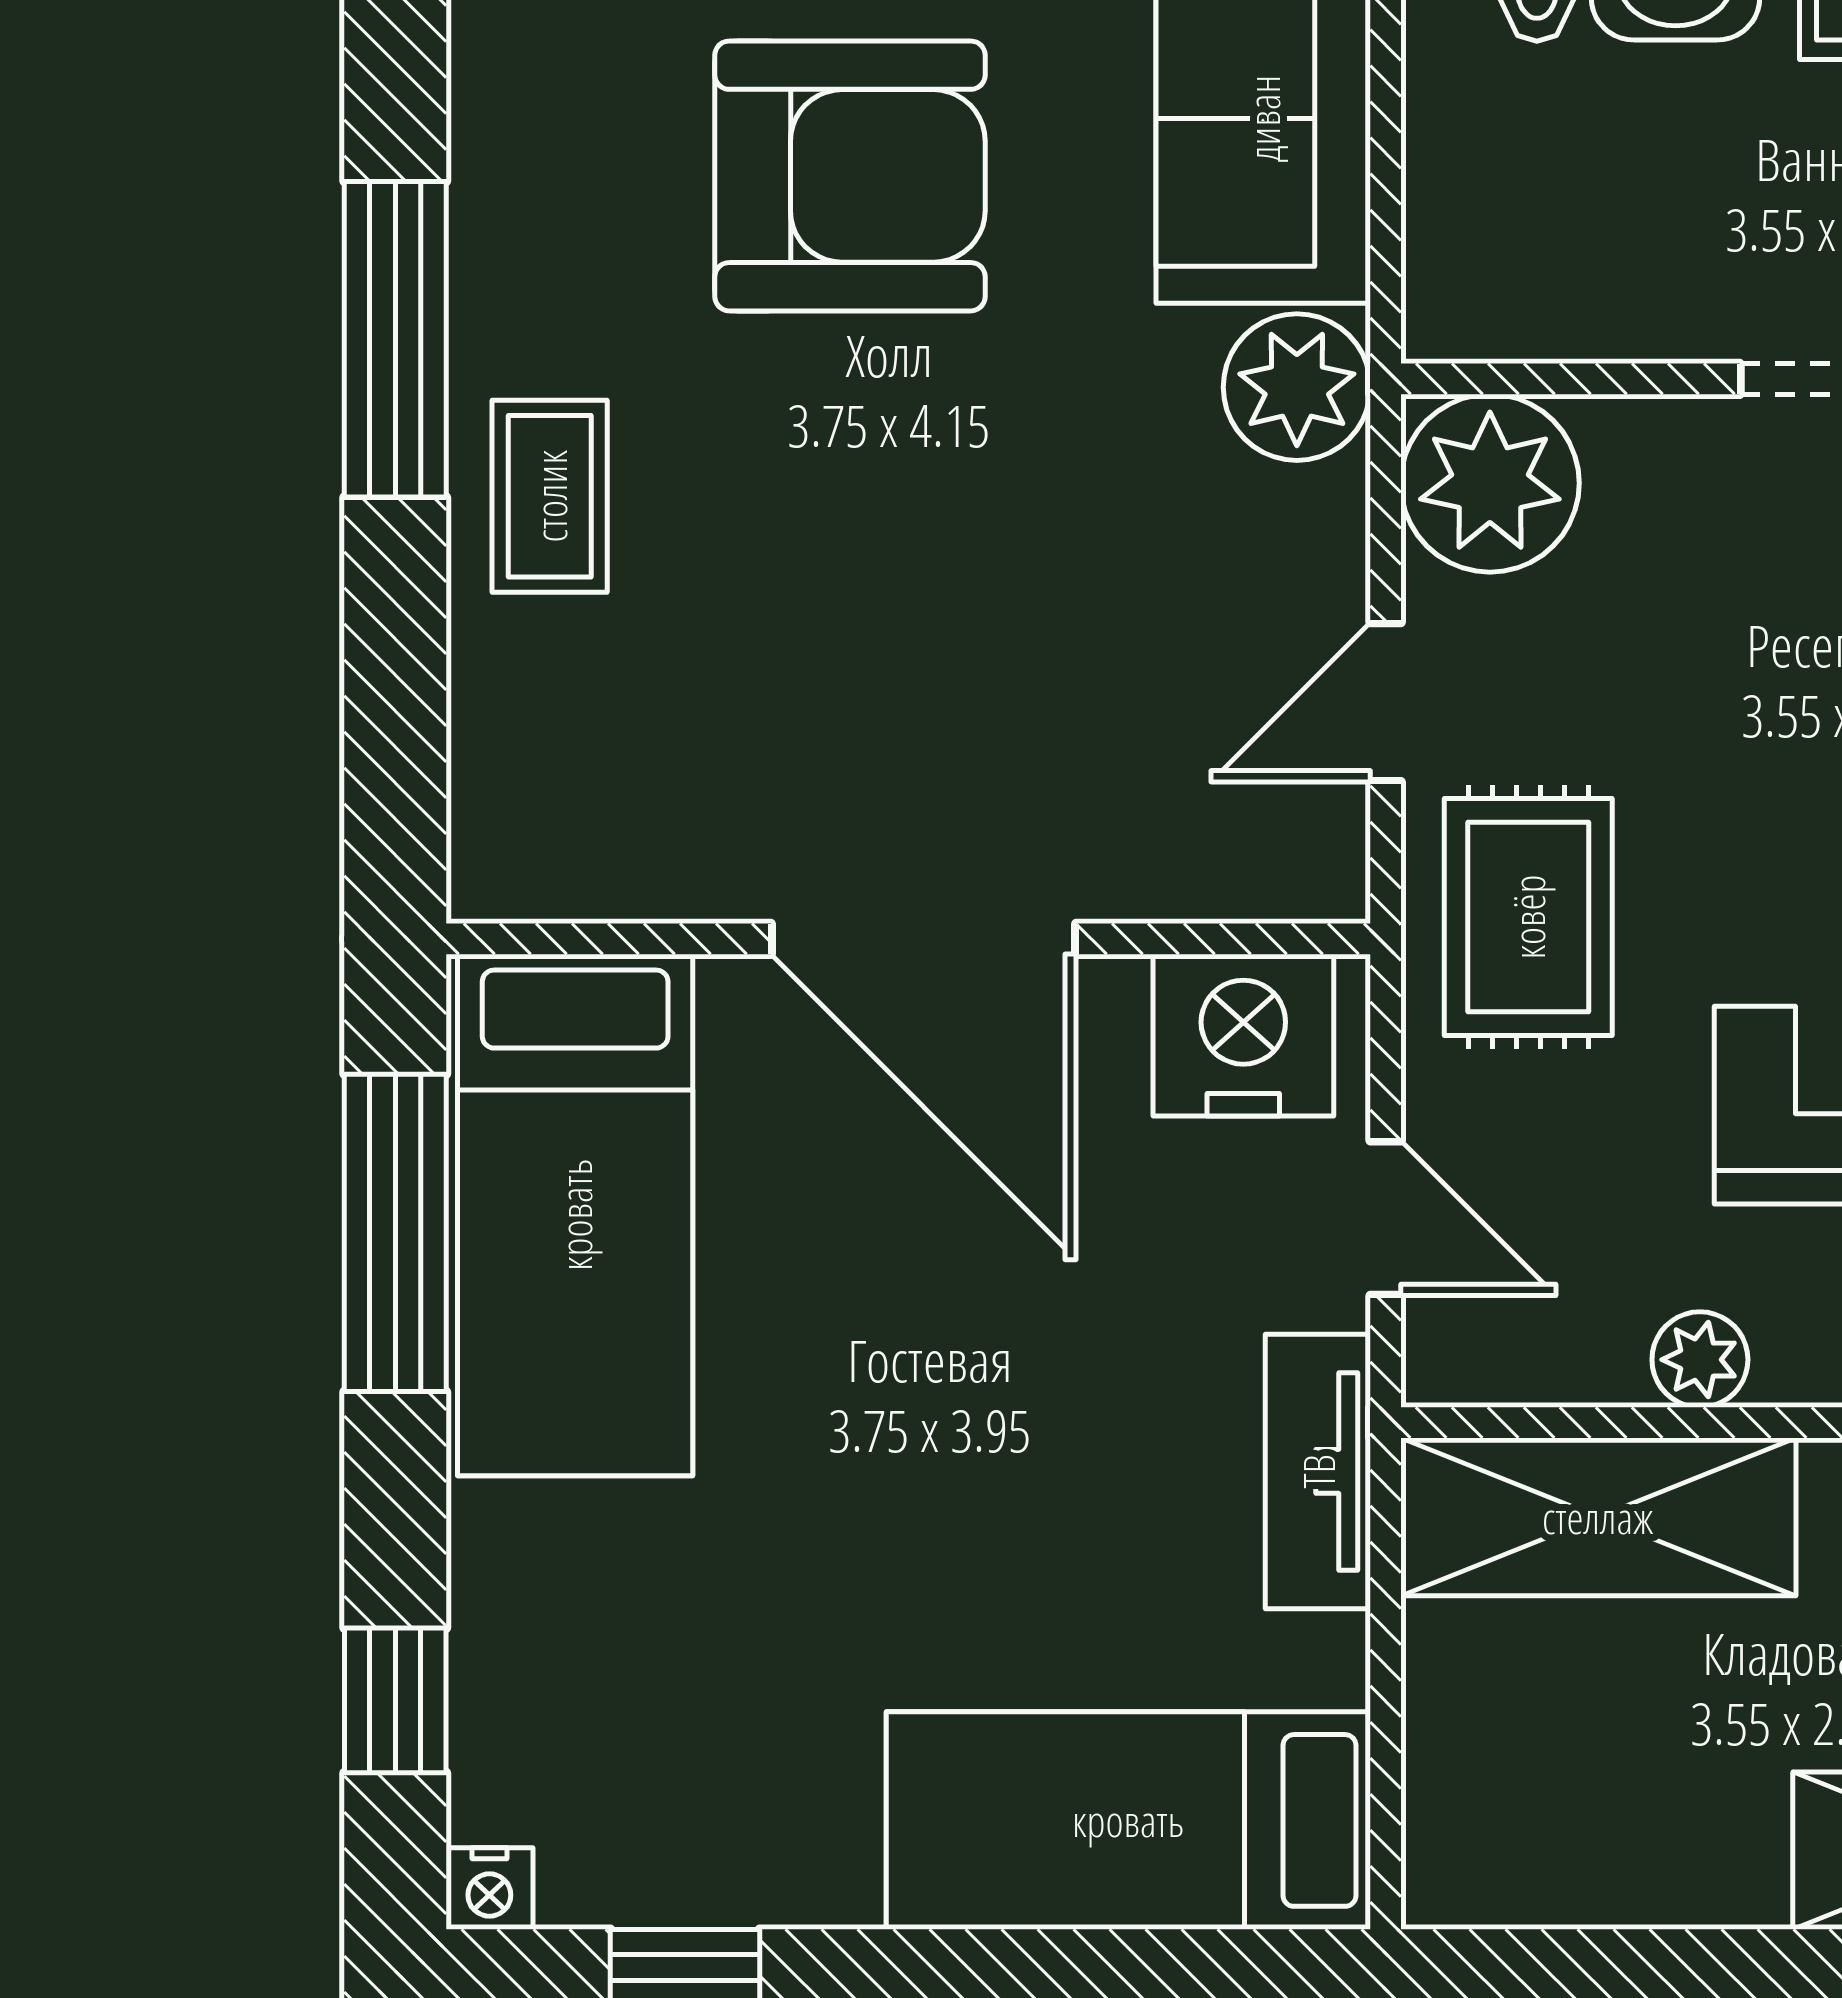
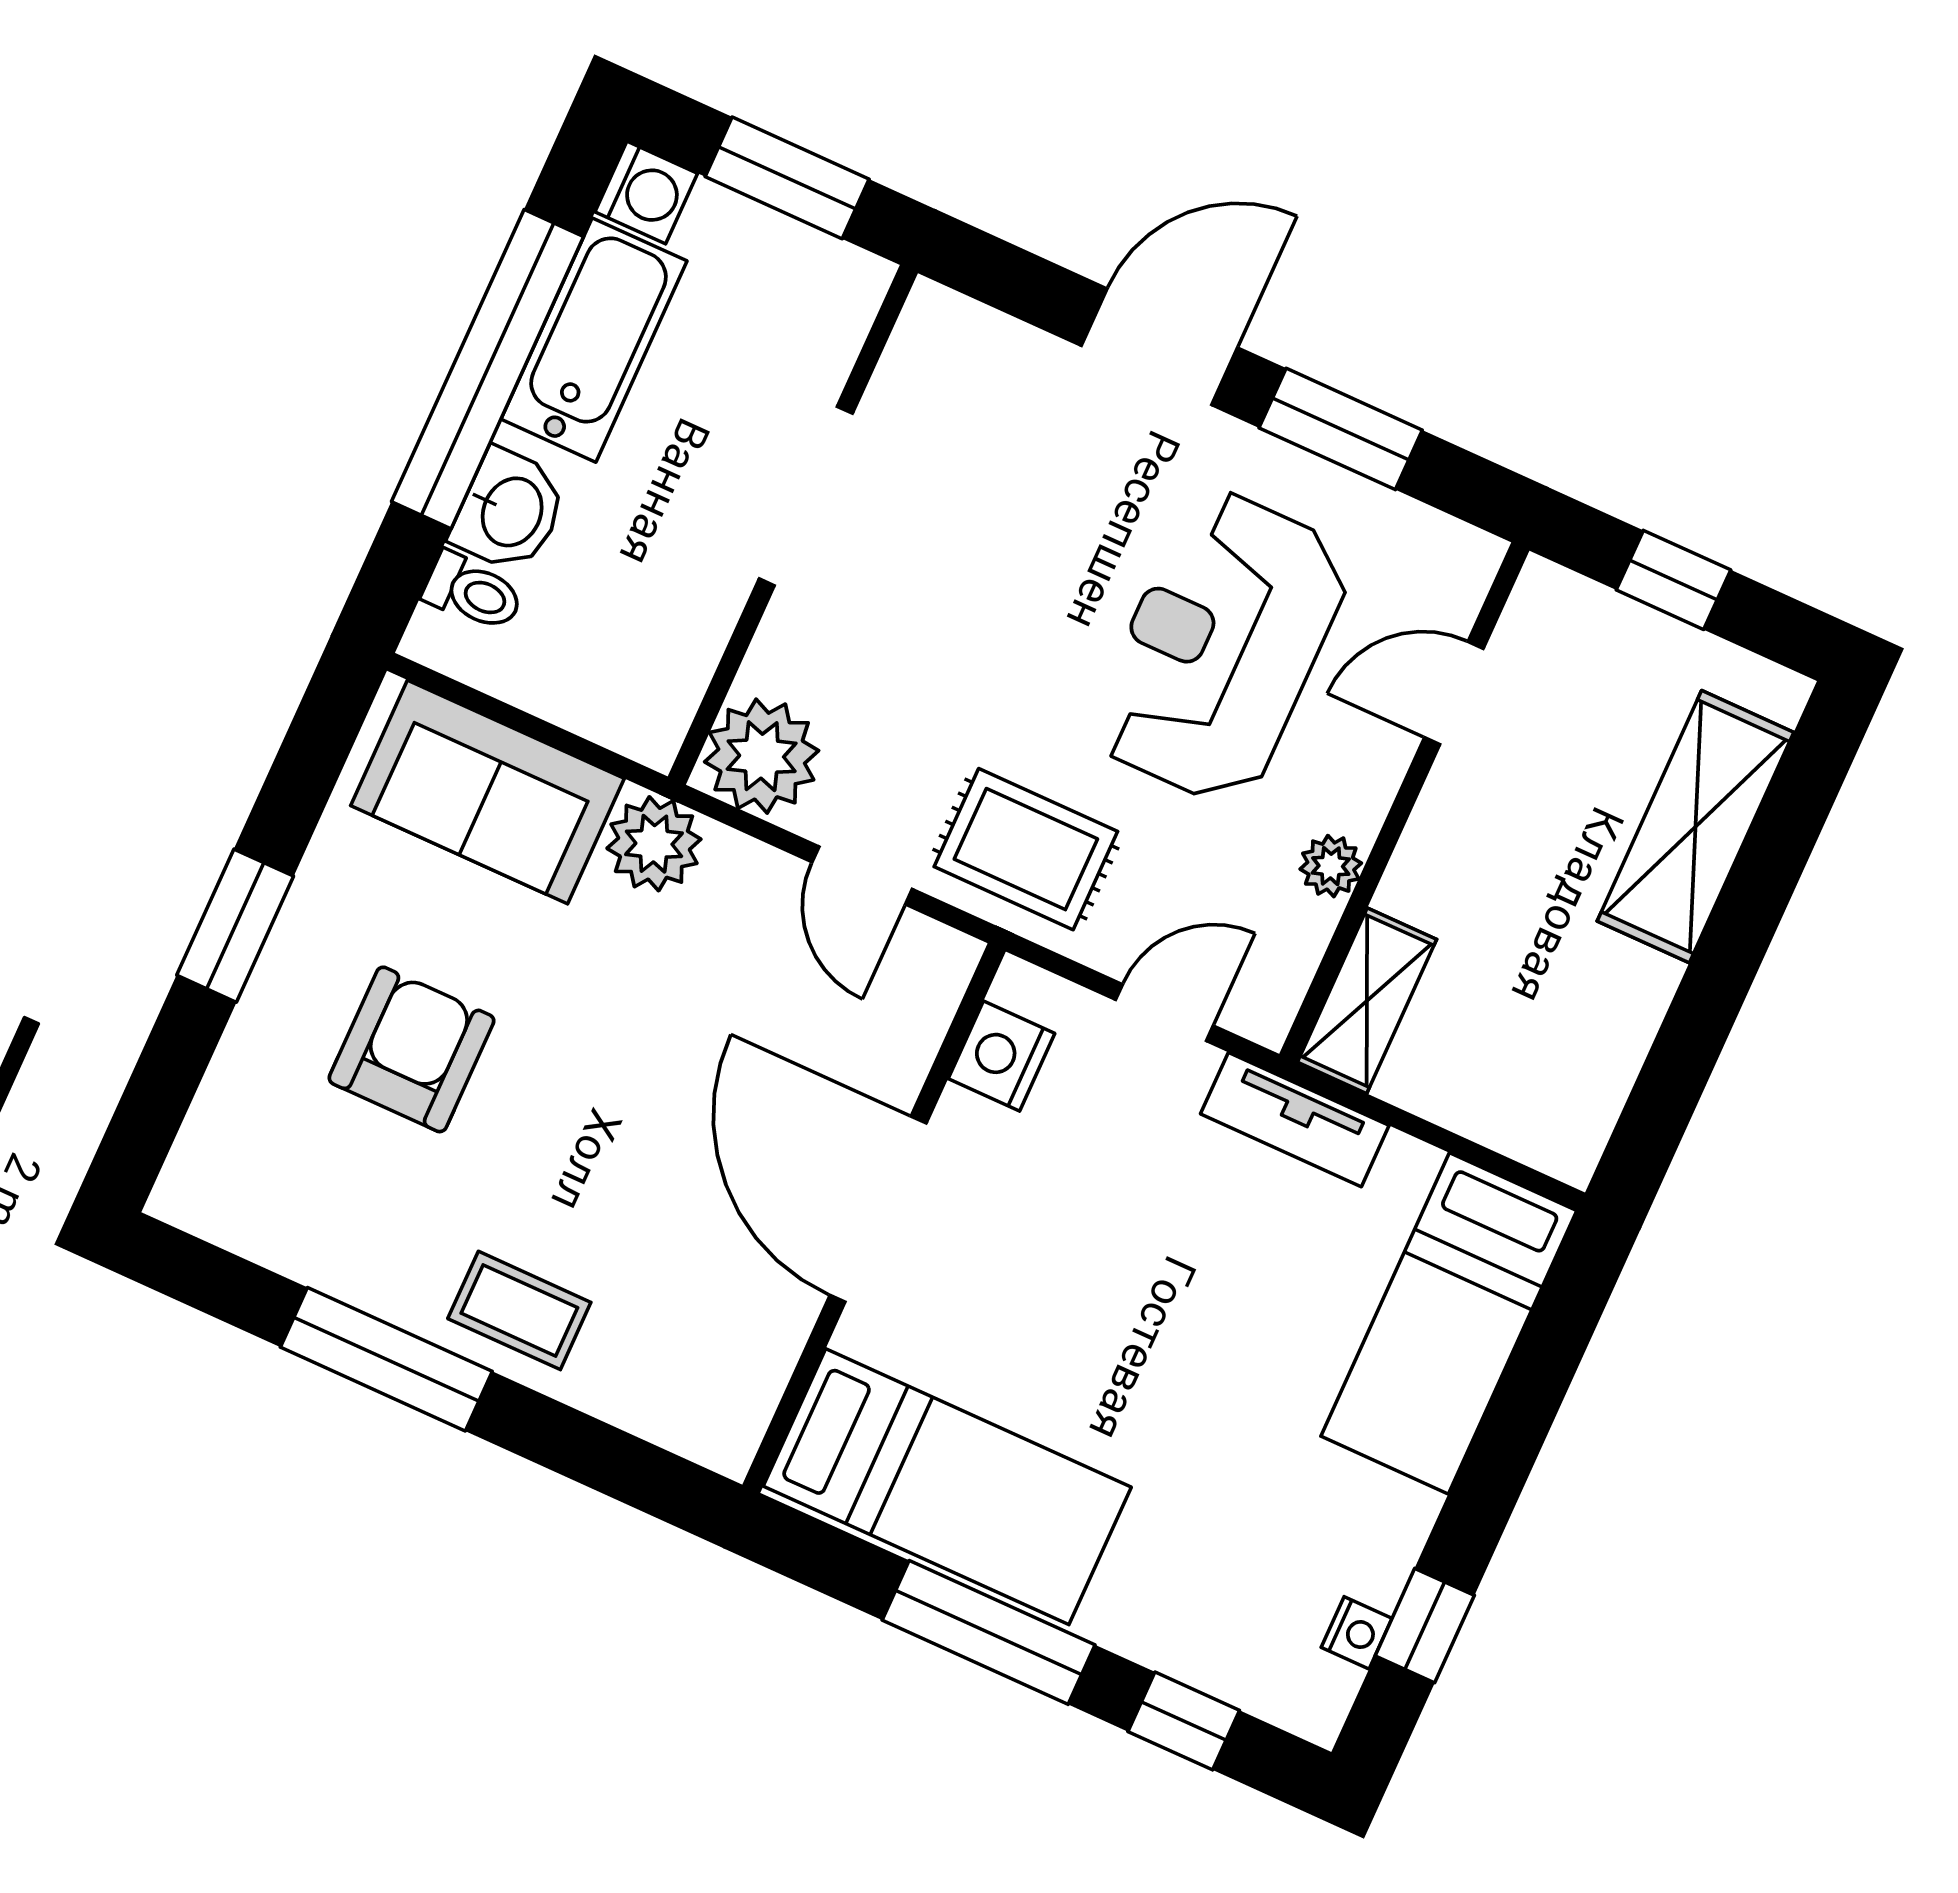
armchair: (850, 176) -> (412, 1049), width x0.73, depth x0.73
door: (924, 939) -> (878, 1209), swing flipped
nightstand: (1243, 1035) -> (1001, 1056), width x0.74, depth x0.75
window: (395, 1233) -> (989, 1632), moved
shelving: (1598, 1517) -> (1367, 1001), width x0.67, depth x0.75
nightstand: (489, 1888) -> (1357, 1633), moved

